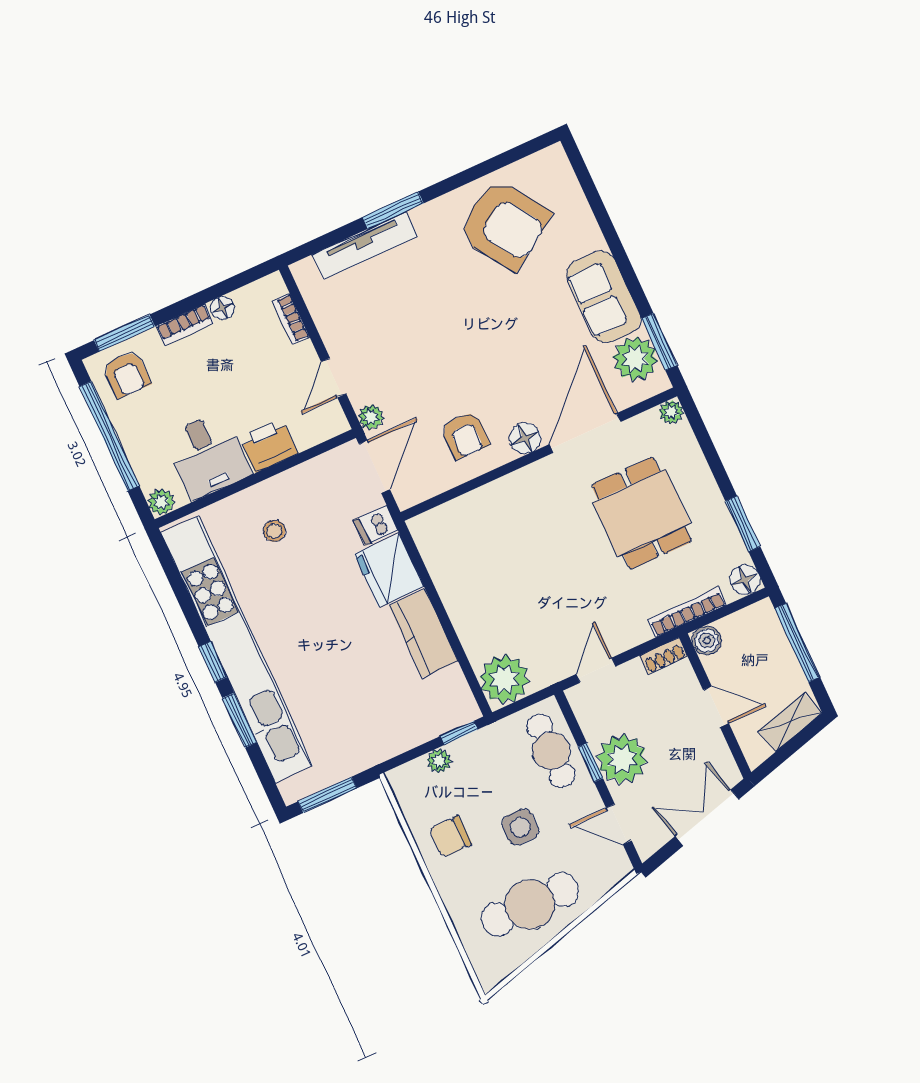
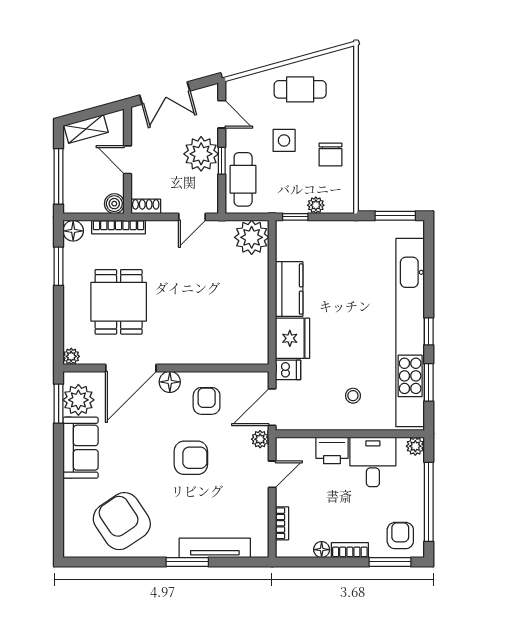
armchair: (451, 350) -> (191, 458), added
window: (240, 720) -> (429, 382), moved
chair: (450, 837) -> (330, 155), turned 90
cafe table: (530, 904) -> (300, 89), width x0.73, depth x0.74

